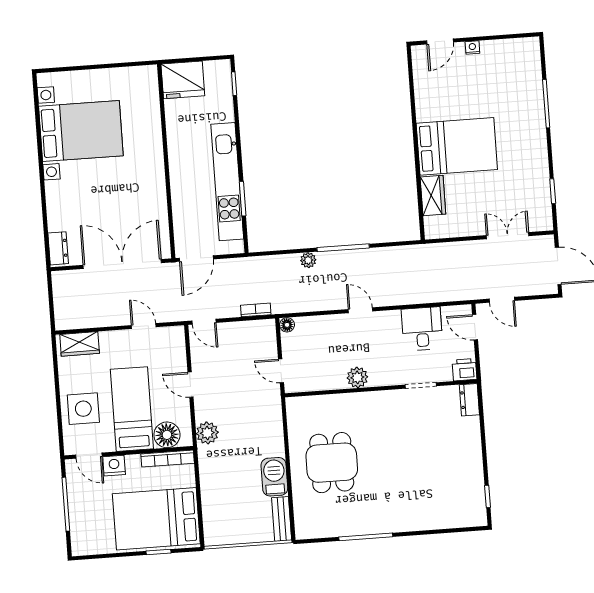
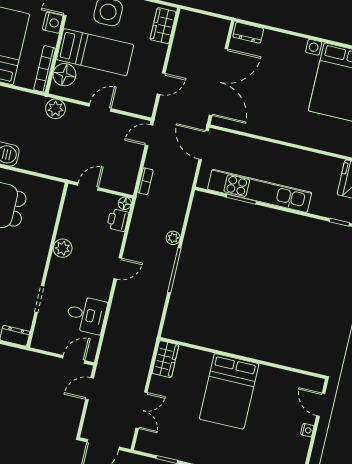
wardrobe: (433, 196) -> (165, 359), moved, turned -90
printer: (465, 370) -> (118, 220), moved, turned 180

